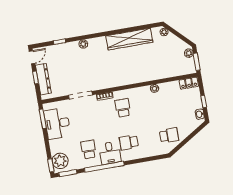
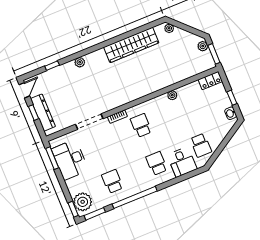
school desk: (169, 135) -> (201, 145), turned 90
school desk: (129, 142) -> (157, 163), turned 90
desk: (110, 153) -> (182, 162), moved

